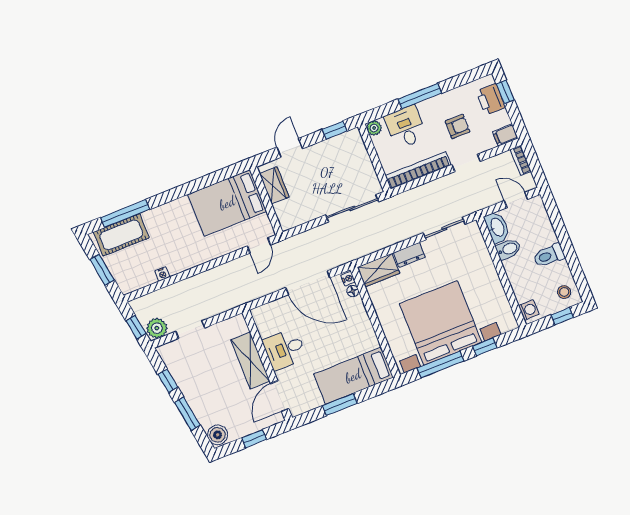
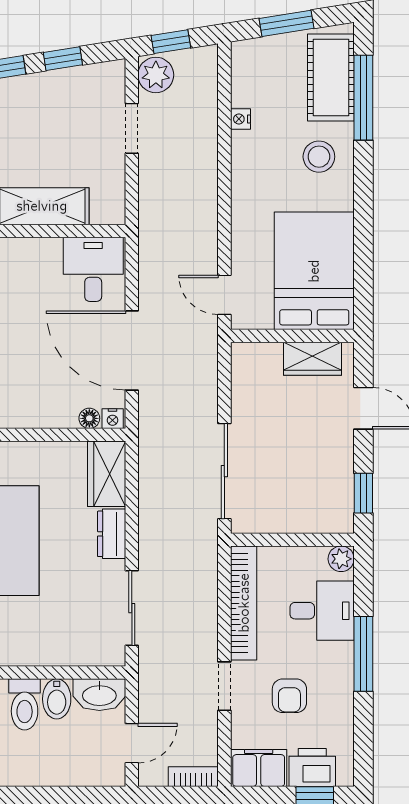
filing cabinet: (505, 135) -> (259, 768), width x2.00
stool: (166, 224) -> (319, 157), added
toilet: (549, 255) -> (25, 704), moved, turned 180
door: (308, 283) -> (132, 350), hinge flipped
desk: (285, 349) -> (93, 269), moved

